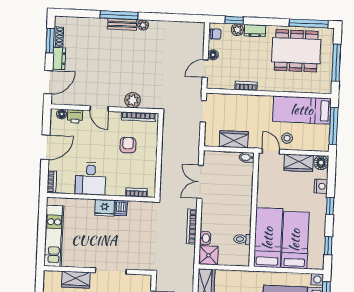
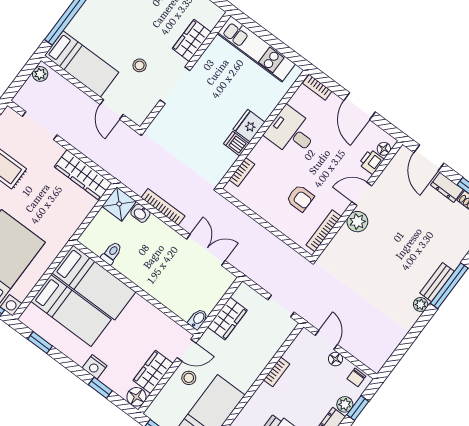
plant: (133, 100) -> (357, 222), moved
nightstand: (321, 186) -> (95, 367), moved
window: (330, 206) -> (100, 388), moved

